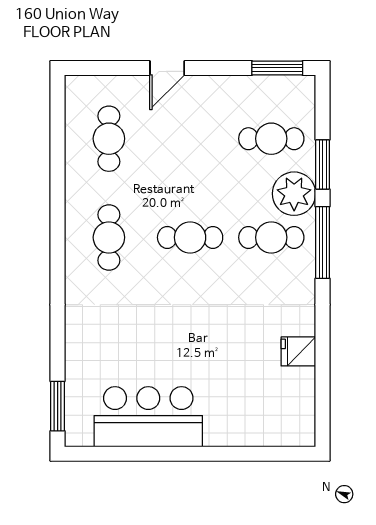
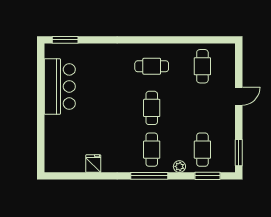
door: (167, 68) -> (239, 96), swing flipped
cafe table: (109, 139) -> (202, 66), turned 90
window: (323, 164) -> (208, 176), moved
plant: (294, 194) -> (179, 166), width x0.53, depth x0.53

